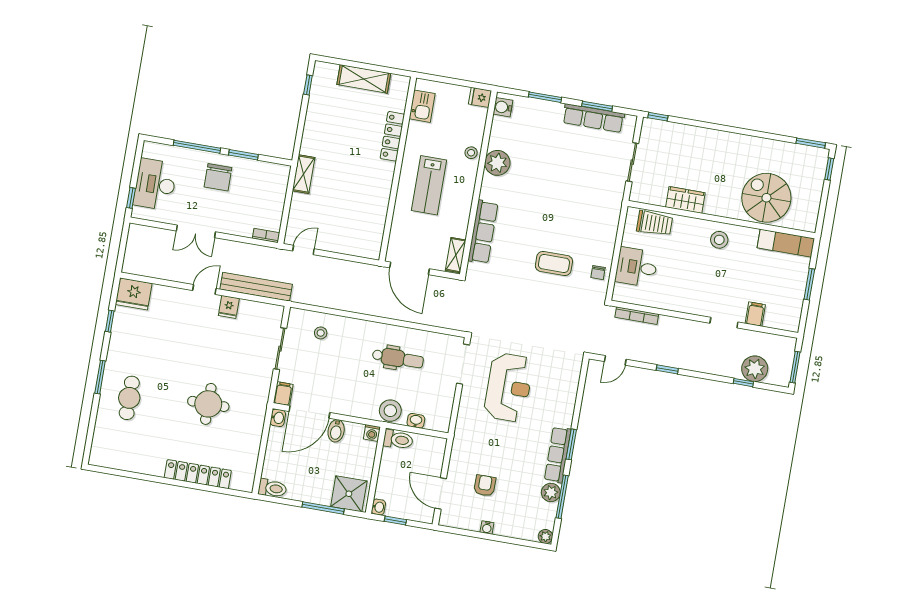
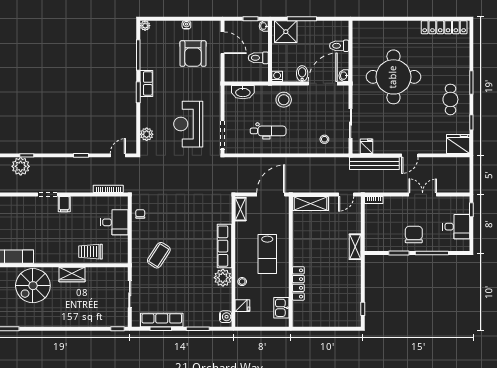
shelving: (364, 79) -> (310, 203), moved
fridge: (480, 97) -> (242, 306), moved
desk: (155, 184) -> (456, 227), width x0.73
lab bench: (429, 185) -> (267, 254), turned 180
spiral stairs: (766, 198) -> (33, 286), turned 90
wardrobe: (685, 200) -> (72, 274), moved
trolley: (655, 223) -> (90, 252), moved
row of seats: (483, 232) -> (225, 246), moved
stool: (719, 240) -> (60, 251), removed
coffee table: (554, 263) -> (159, 255), moved, turned -57
door: (410, 268) -> (271, 194), hinge flipped
fridge: (229, 307) -> (366, 146), moved
filing cabinet: (755, 314) -> (64, 204), moved
dental chair: (398, 358) -> (268, 131), turned 180
filing cabinet: (283, 394) -> (343, 93), removed
cafe table: (129, 398) -> (450, 99), moved
round table: (208, 404) -> (393, 77), width x1.86, depth x1.86
stool: (390, 411) -> (284, 100), moved
washbasin: (416, 421) -> (243, 92), width x1.91, depth x1.45
toilet: (398, 440) -> (258, 58), moved
row of seats: (558, 455) -> (146, 83), width x0.68
locker: (198, 474) -> (444, 27), moved
armchair: (485, 486) -> (193, 53), width x1.88, depth x1.88
toilet: (272, 488) -> (339, 46), moved
plant: (551, 492) -> (147, 134), moved

